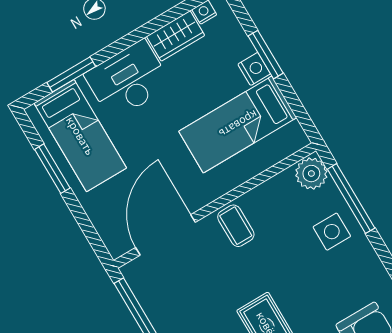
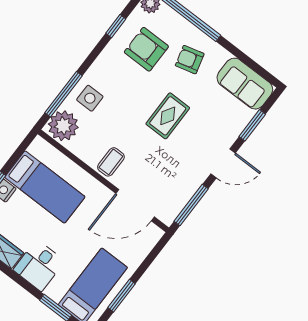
desk: (128, 80) -> (39, 266), width x0.73
plant: (311, 174) -> (63, 126), width x1.36, depth x1.36

